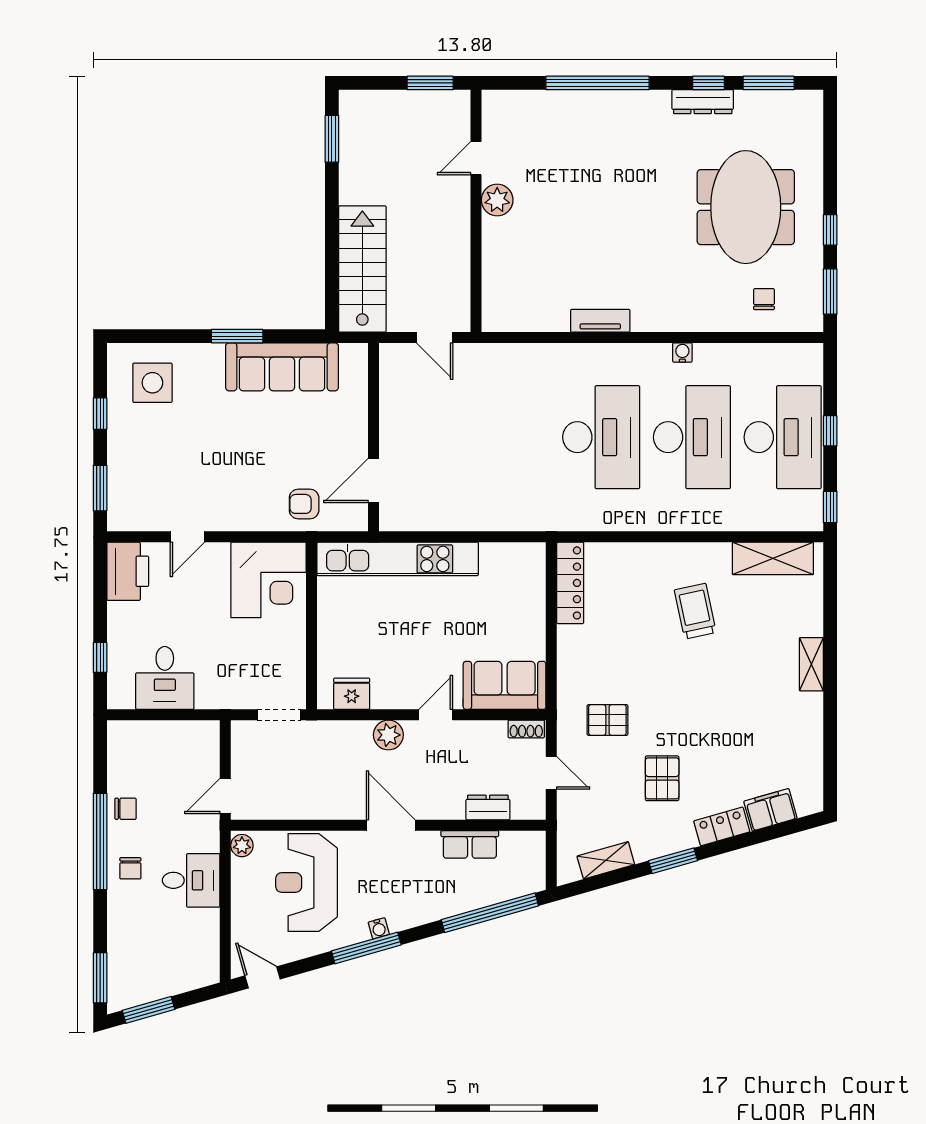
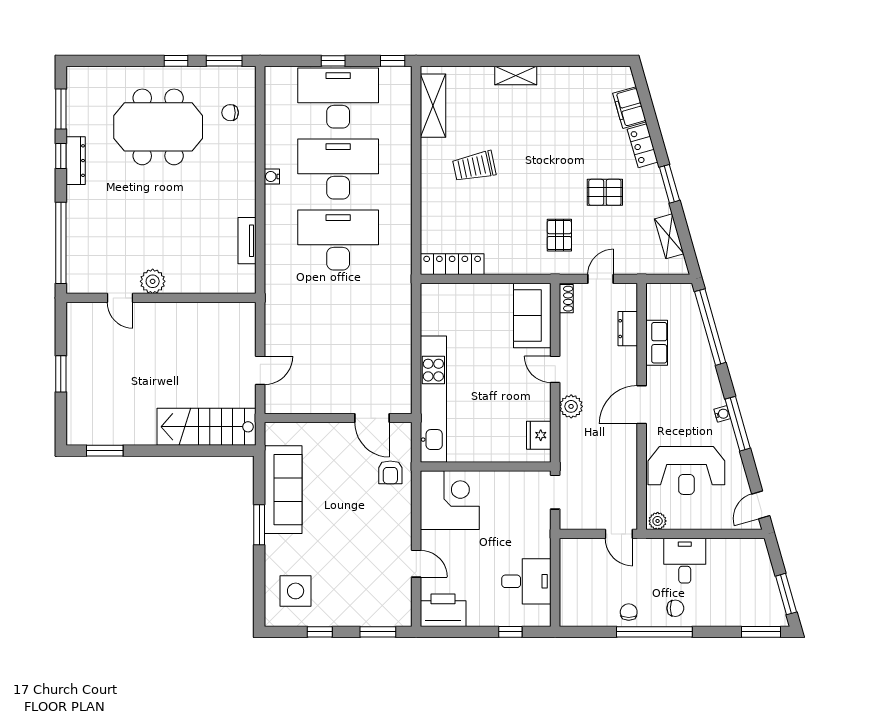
door: (476, 158) -> (120, 298), moved
plant: (497, 200) -> (153, 281), moved
wall: (476, 211) -> (161, 298), moved

